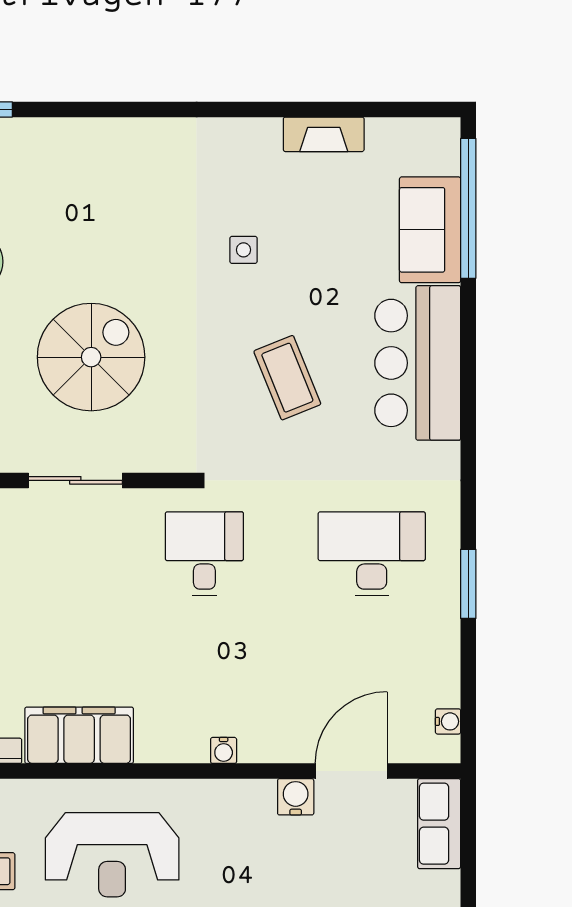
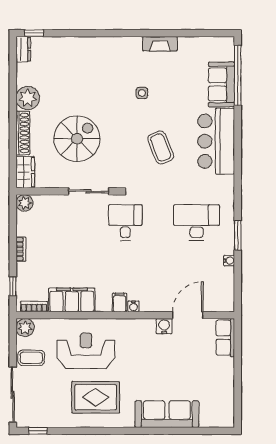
fireplace: (324, 134) -> (160, 44), moved
sliding door: (75, 480) -> (89, 191), moved
water cooler: (448, 721) -> (229, 261), moved
filing cabinet: (191, 741) -> (120, 302), added
reception desk: (112, 855) -> (86, 351), turned 180

